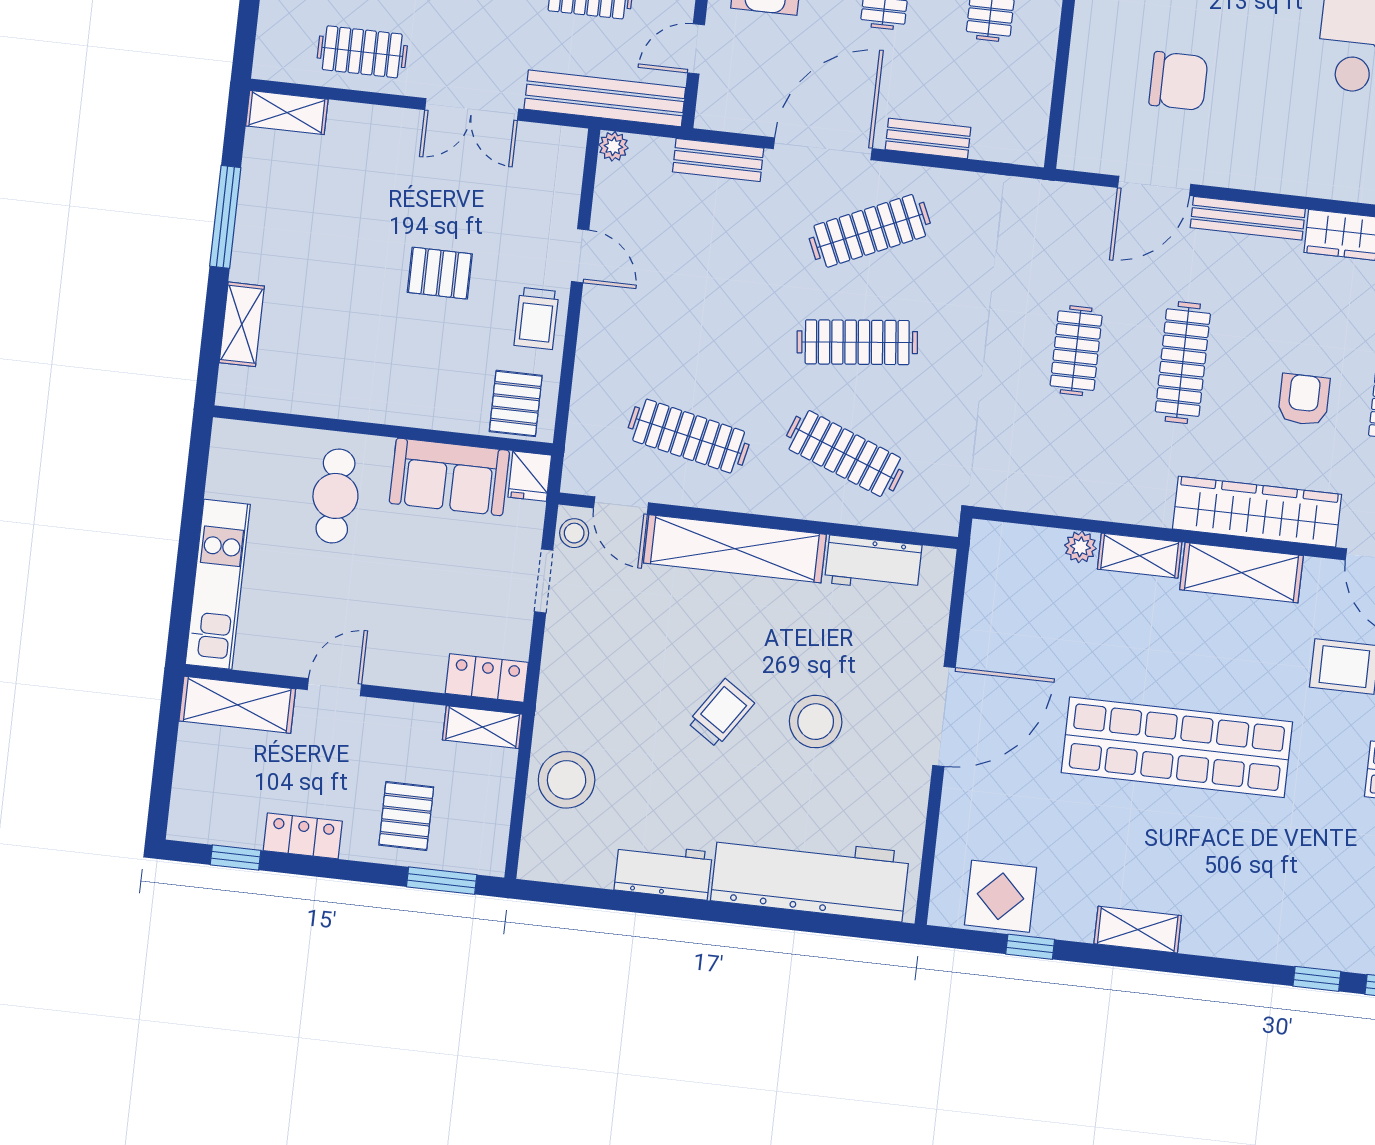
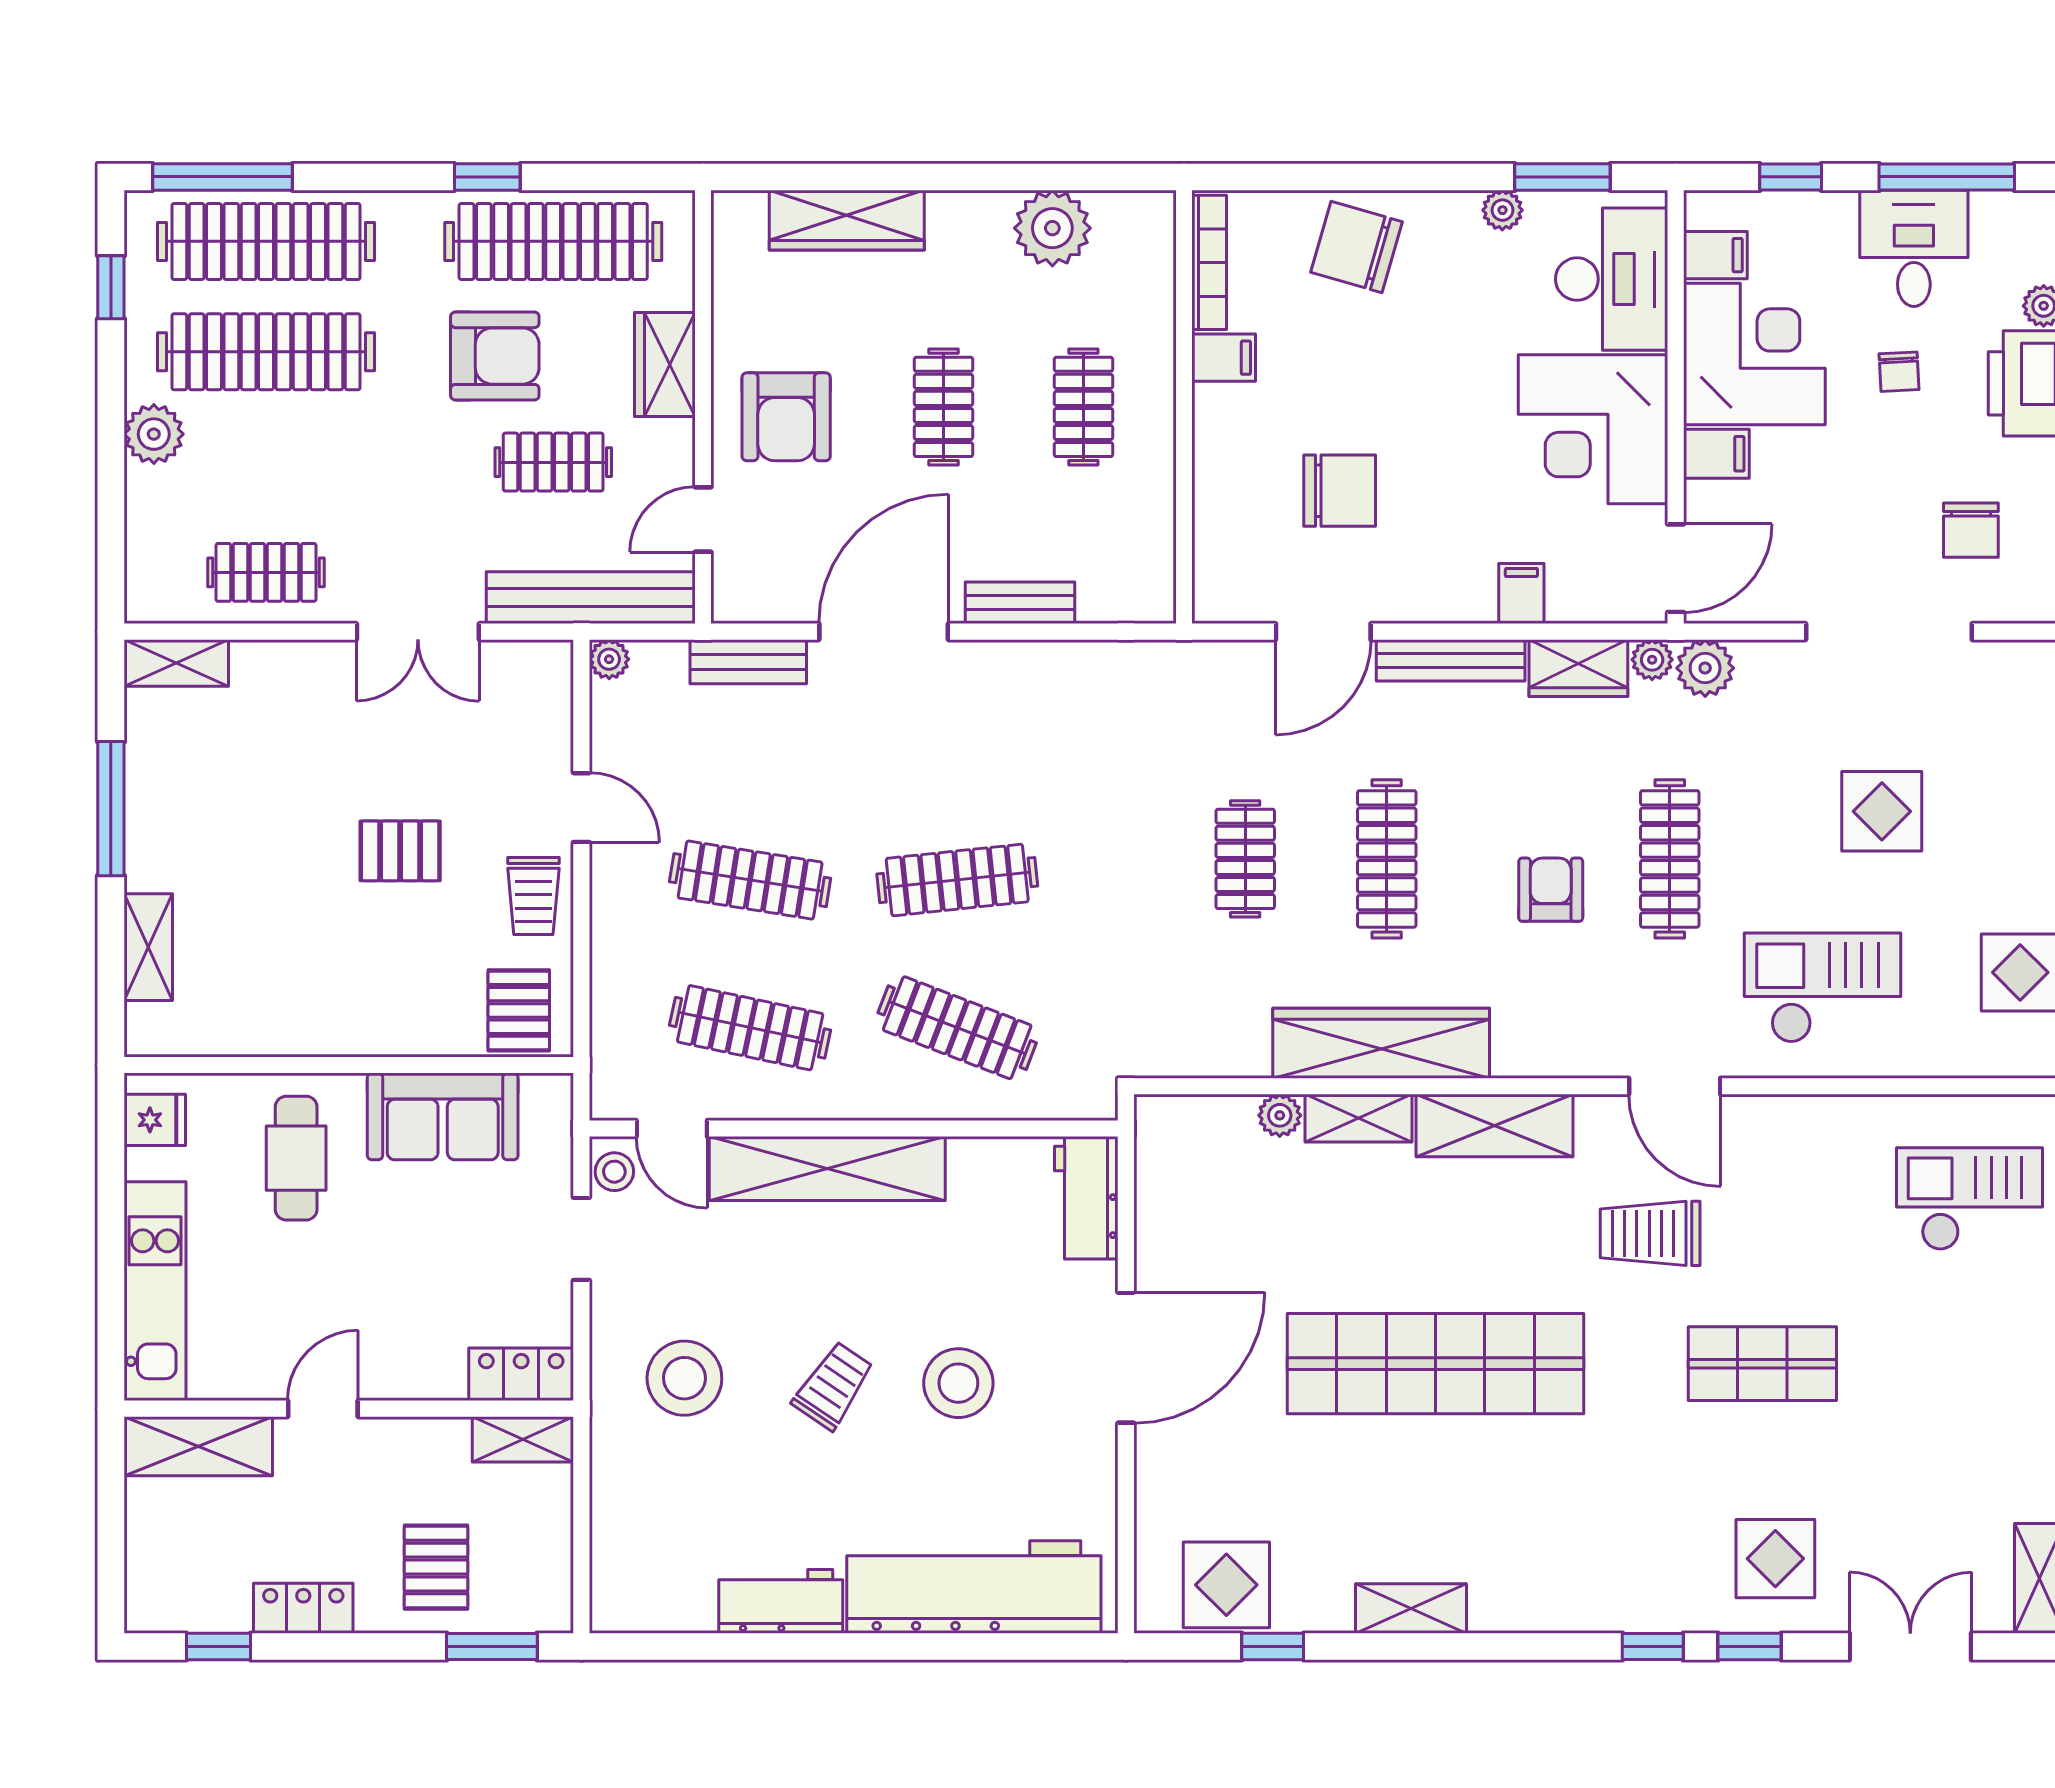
filing cabinet: (1307, 174) -> (1521, 594), added
clothes rail: (870, 231) -> (750, 880), moved, turned 33
fridge: (530, 476) -> (155, 1120), moved, turned -90
wardrobe: (1257, 512) -> (1381, 1043), moved
workbench: (873, 564) -> (1086, 1198), moved, turned 90
stool: (567, 780) -> (684, 1378), moved

